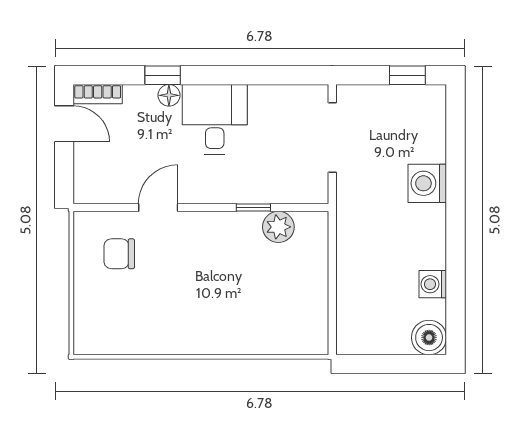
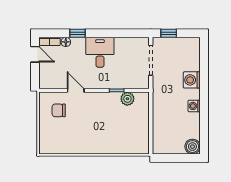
window: (407, 75) -> (169, 33), moved
floor lamp: (169, 95) -> (66, 42), moved
door: (158, 208) -> (76, 90), hinge flipped
washing machine: (433, 284) -> (194, 106), moved

